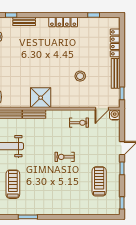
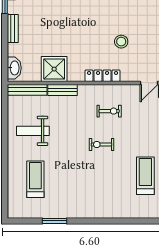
shower: (41, 98) -> (54, 69), moved
locker: (65, 103) -> (103, 76), added
exercise bike: (79, 123) -> (109, 111), moved

